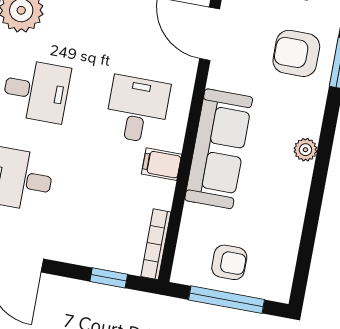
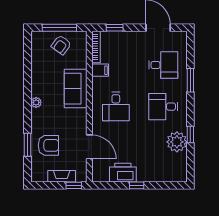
sofa: (219, 149) -> (76, 89), width x0.73
filing cabinet: (161, 164) -> (100, 70), moved
armchair: (229, 262) -> (61, 45), turned -54

